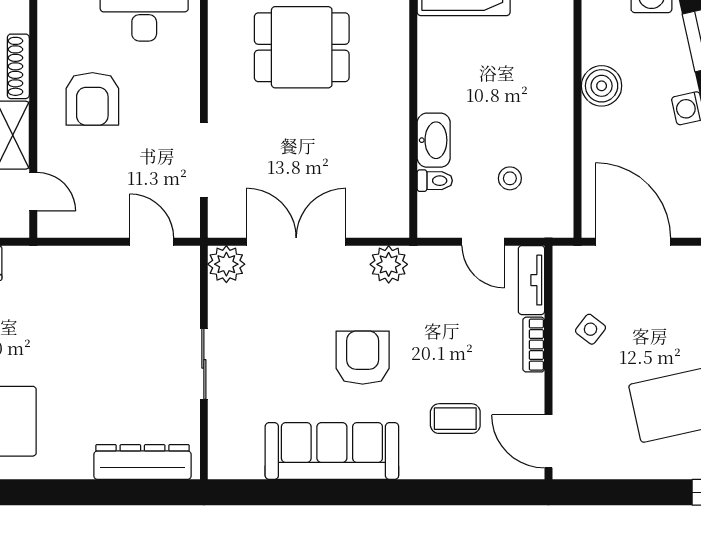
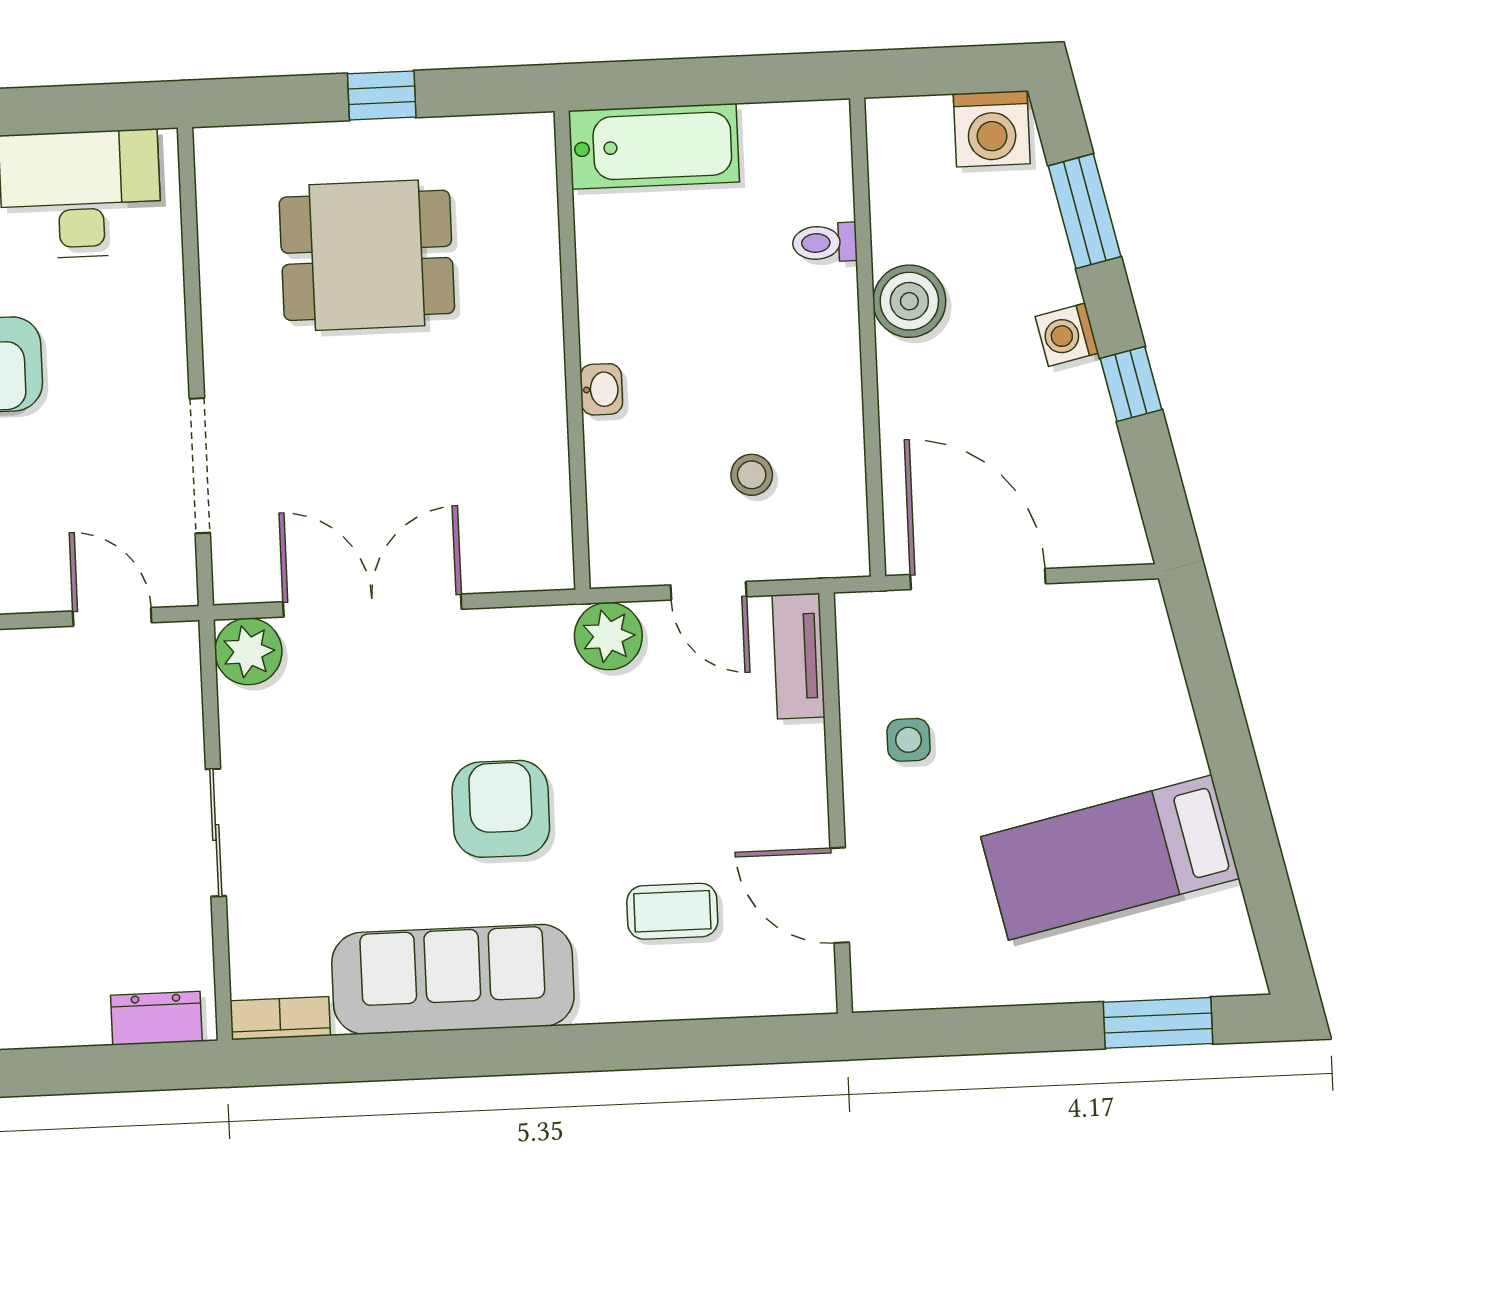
washbasin: (434, 140) -> (601, 389), width x0.52, depth x0.69
toilet: (435, 181) -> (825, 243), moved, turned 180
plant: (389, 264) -> (608, 636), moved
side table: (590, 329) -> (909, 740), turned -38
bookcase: (534, 345) -> (280, 1018), moved, turned 90
door: (549, 441) -> (840, 895), moved
dresser: (143, 462) -> (156, 1018), width x0.51, depth x0.80

